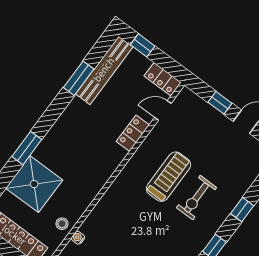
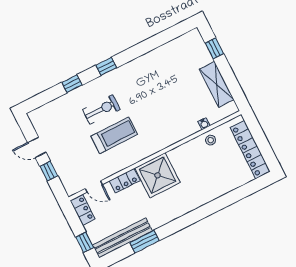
window: (27, 148) -> (209, 209), removed
treadmill: (169, 177) -> (114, 135), turned 180
shower: (34, 184) -> (158, 175), moved

